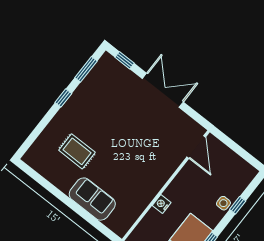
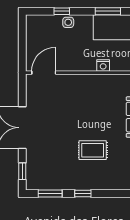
rug: (77, 151) -> (93, 150), moved, turned 90

